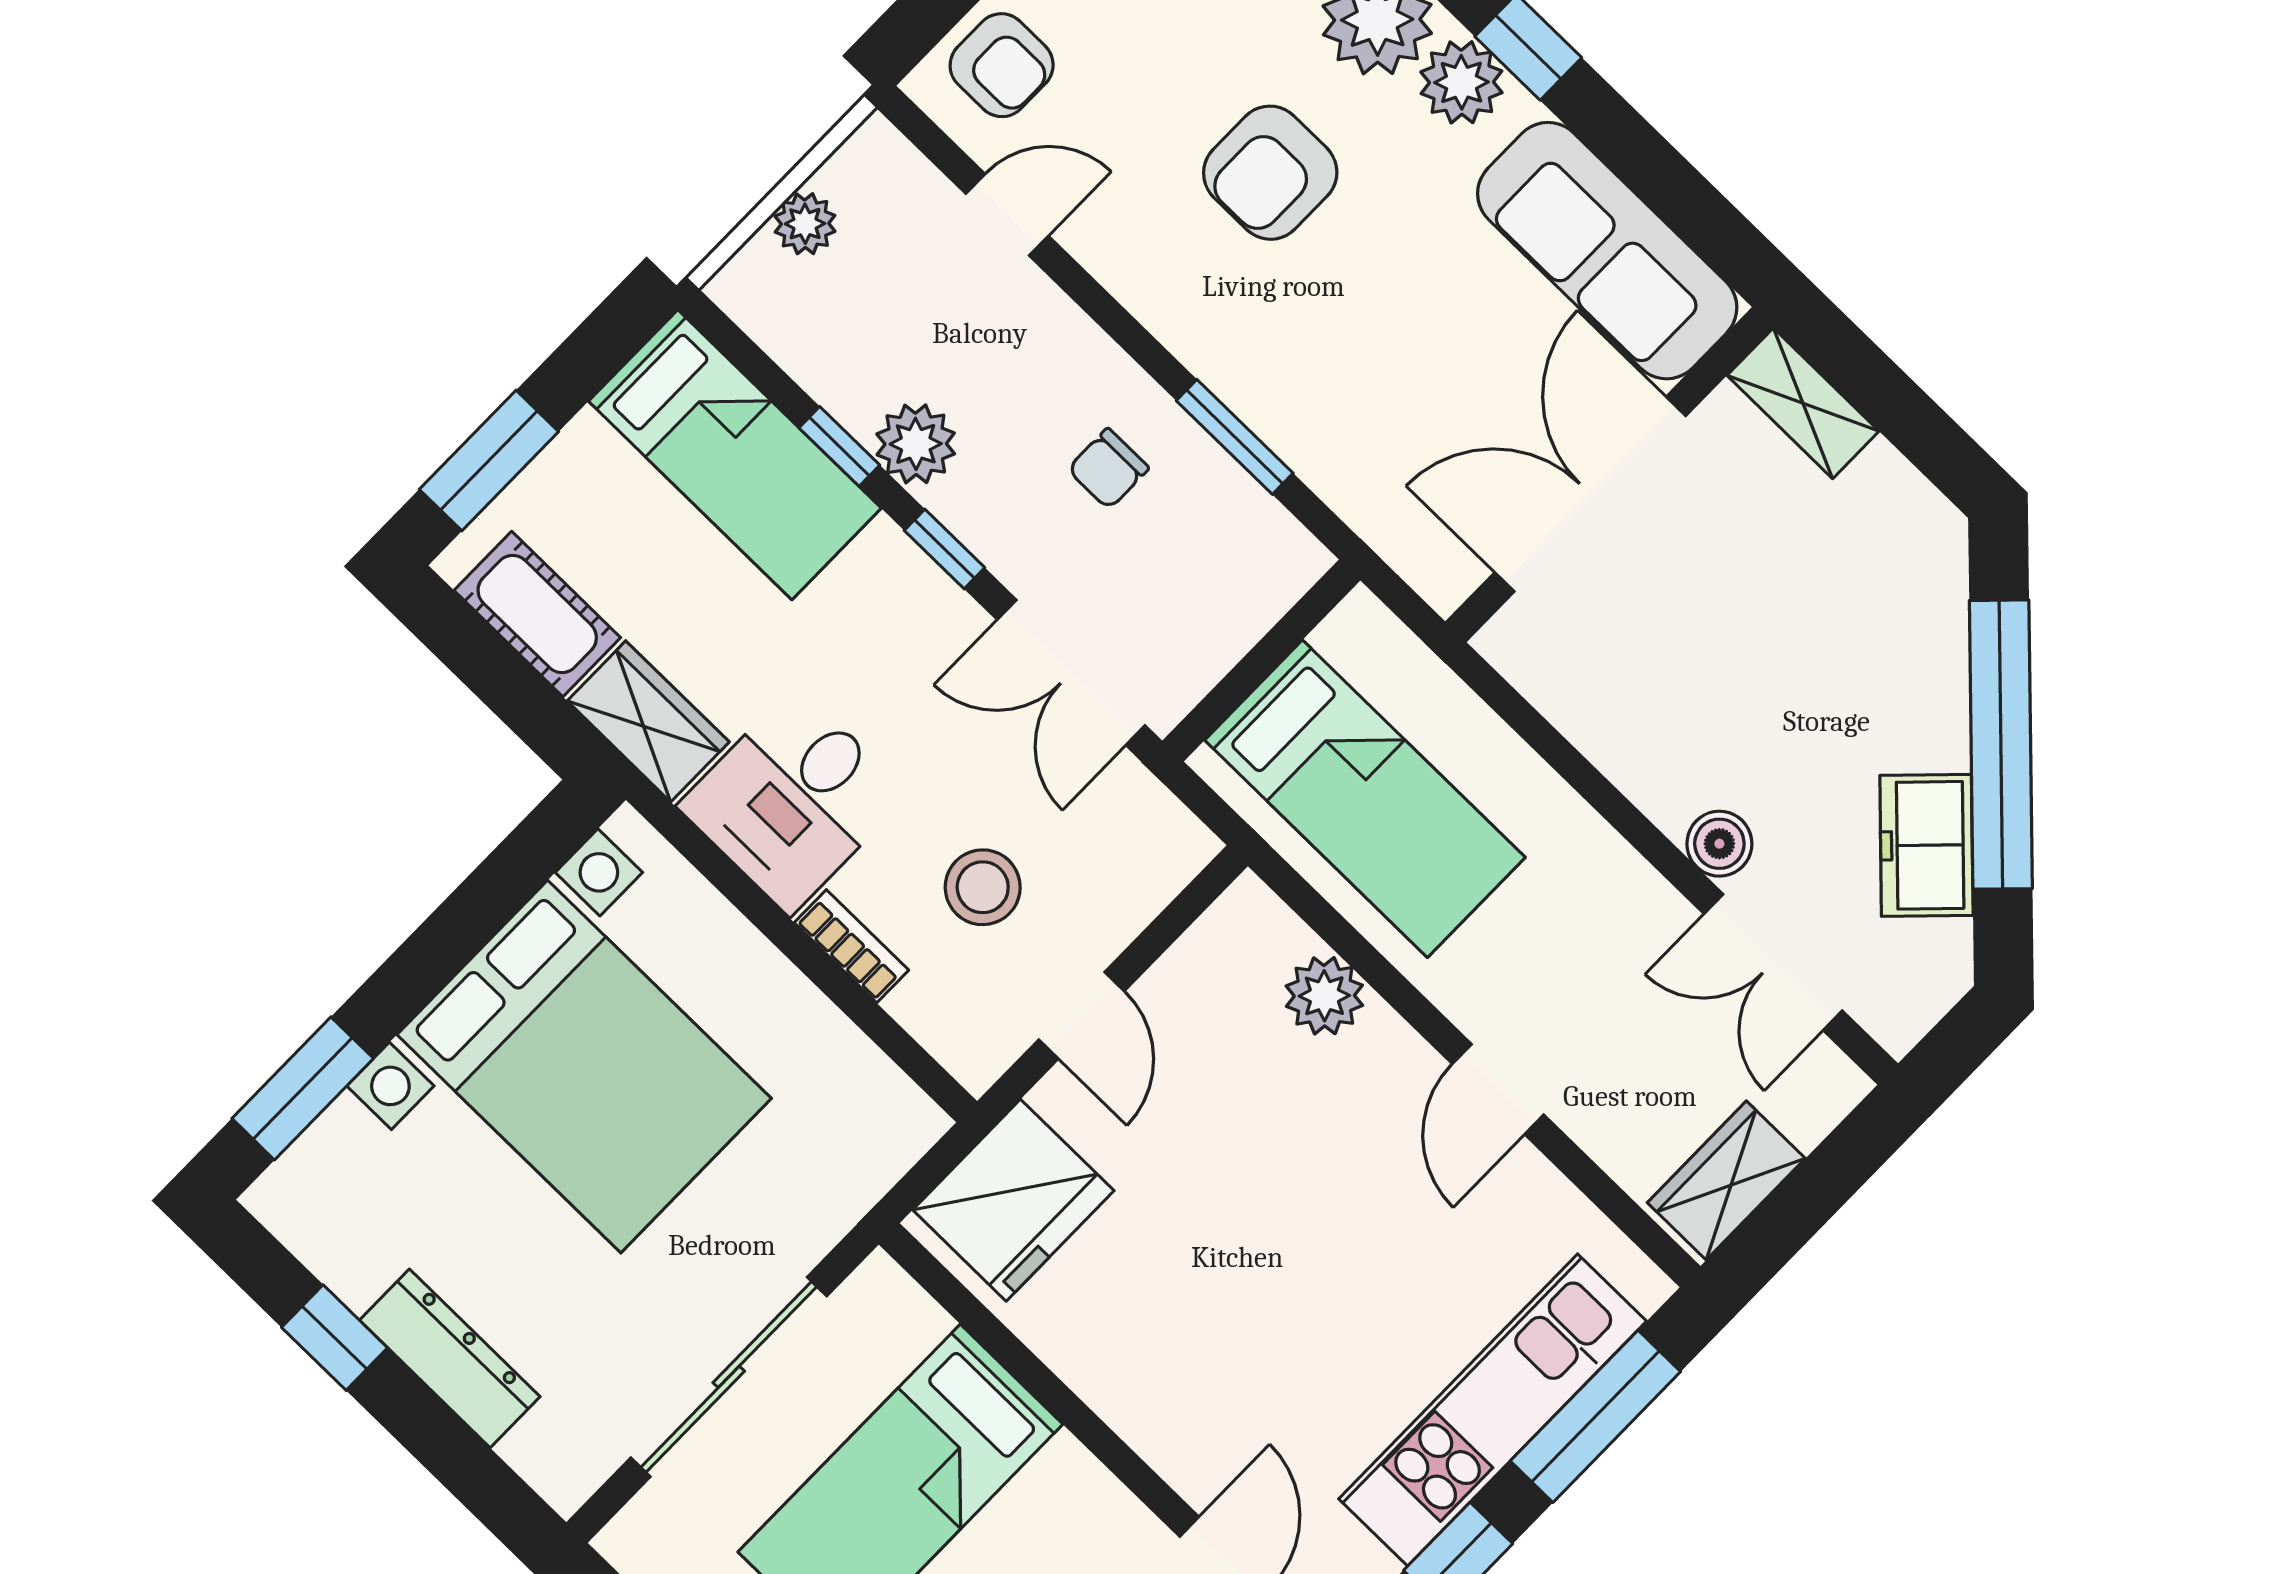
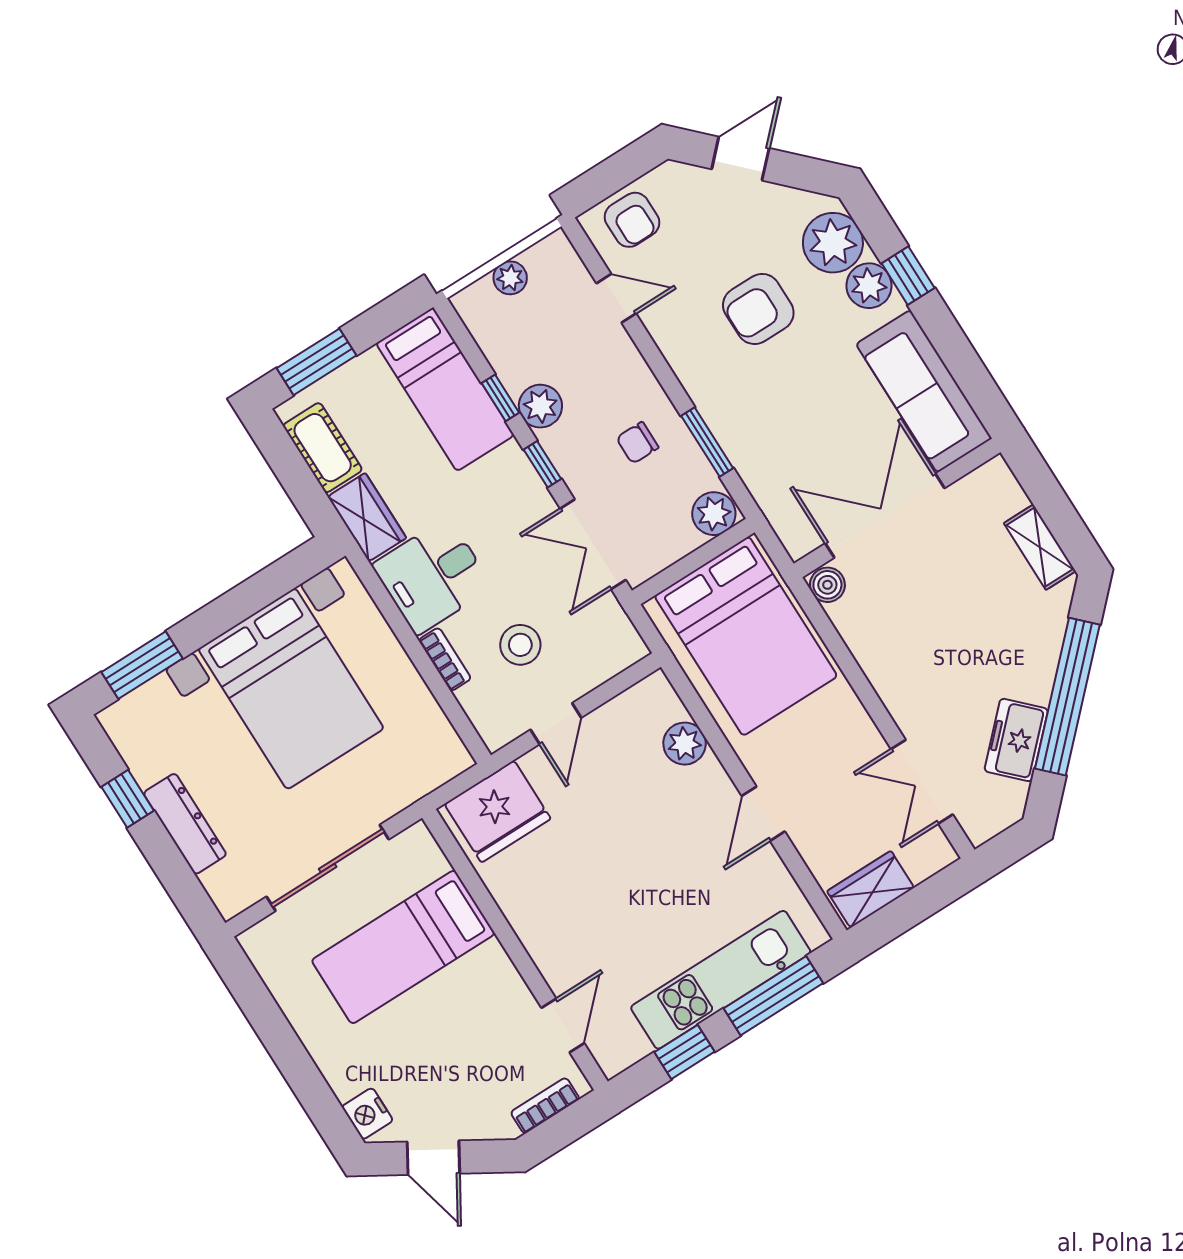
shelving: (1803, 403) -> (1040, 547), moved
plant: (1278, 564) -> (714, 514), added
bed: (1365, 799) -> (746, 636), width x1.50
boiler: (1719, 844) -> (827, 585), moved

